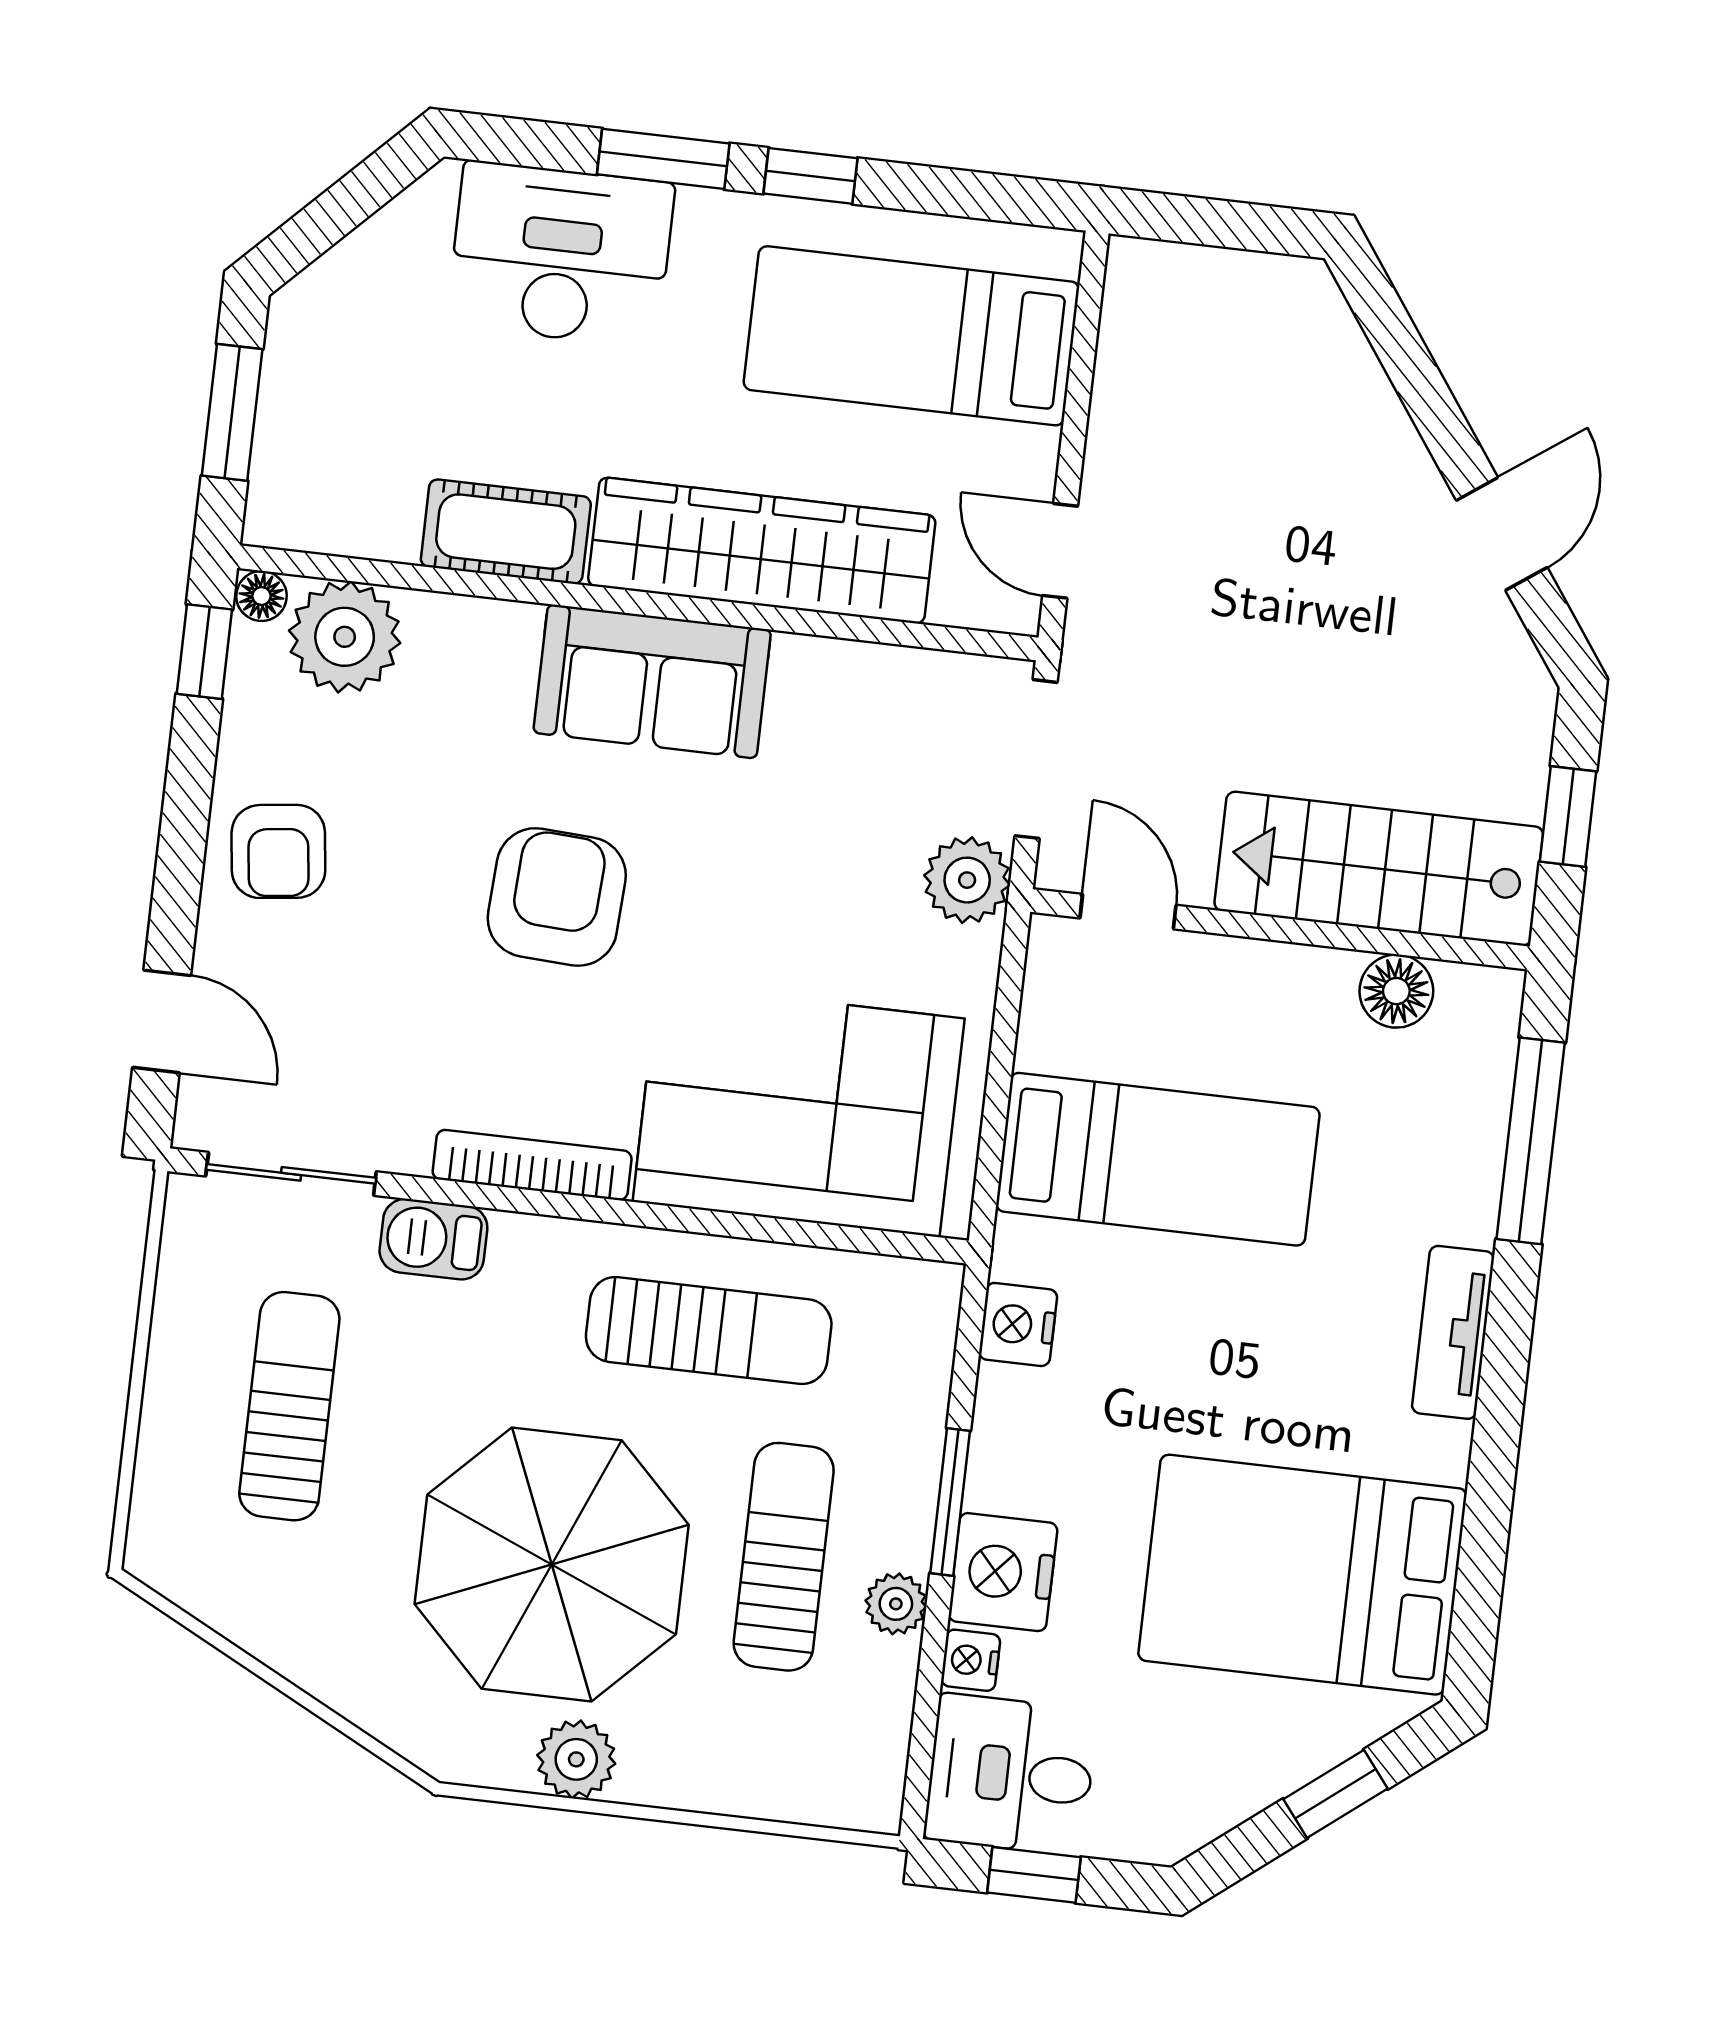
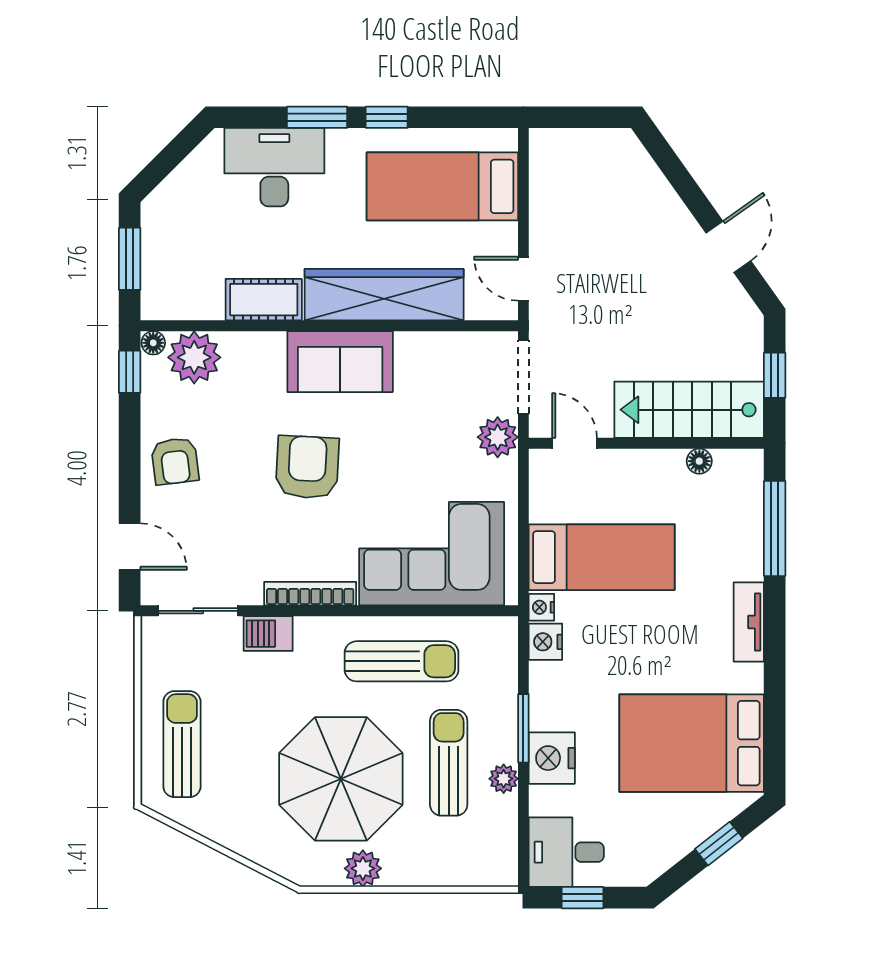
floor lamp: (1396, 991) -> (699, 461), width x0.73, depth x0.73
sun lounger: (289, 1406) -> (182, 744), moved
nightstand: (971, 1660) -> (541, 607), moved

